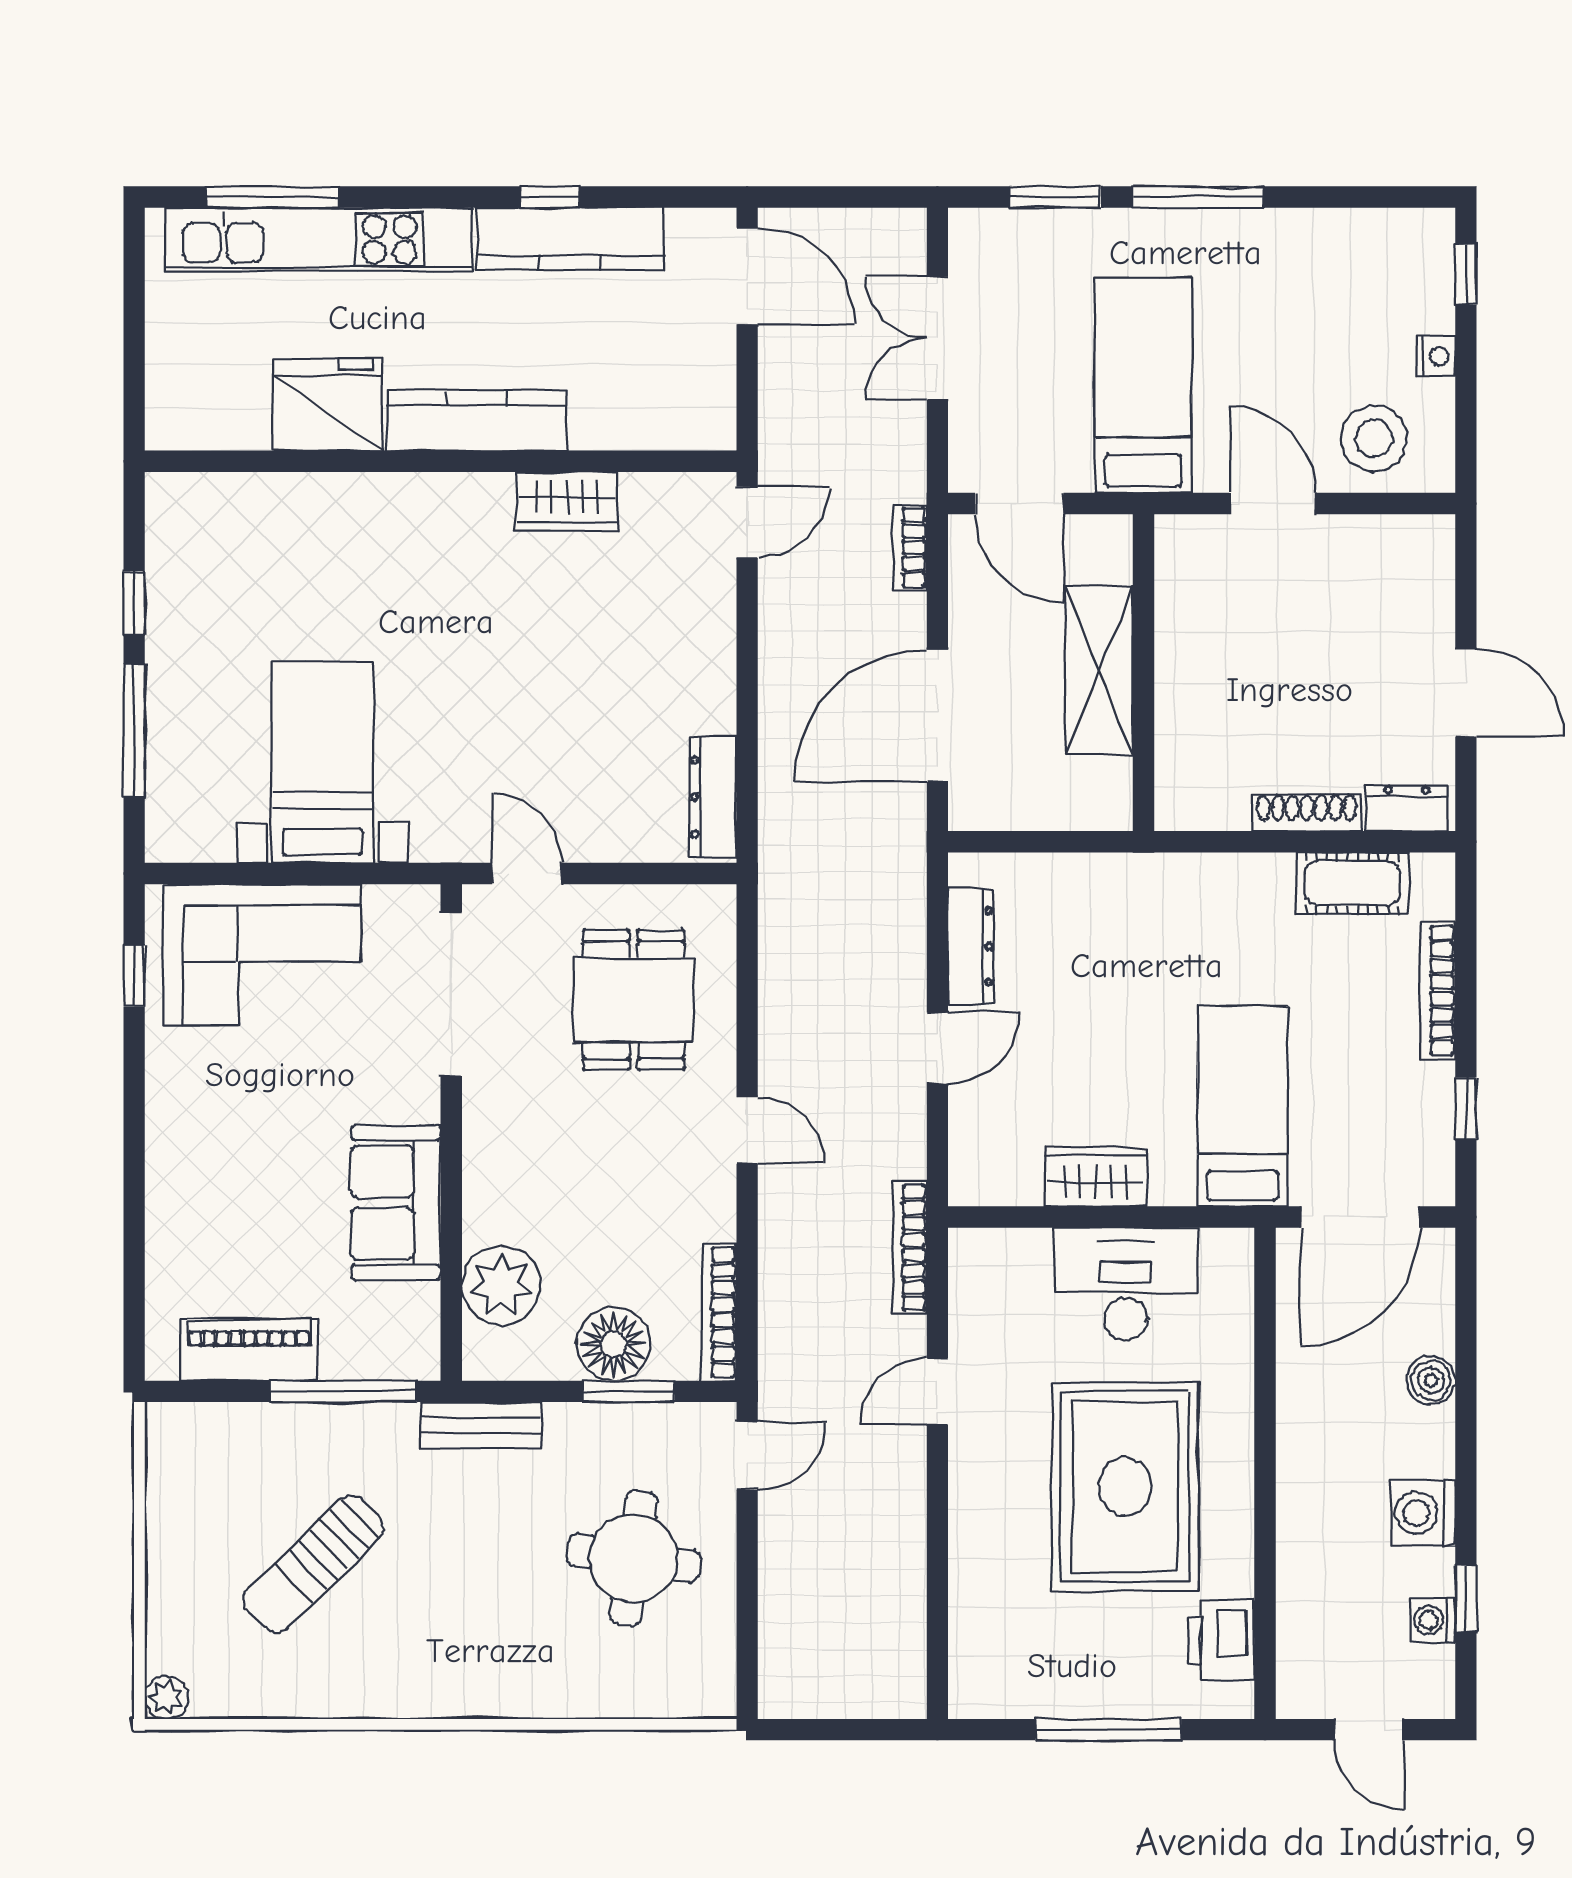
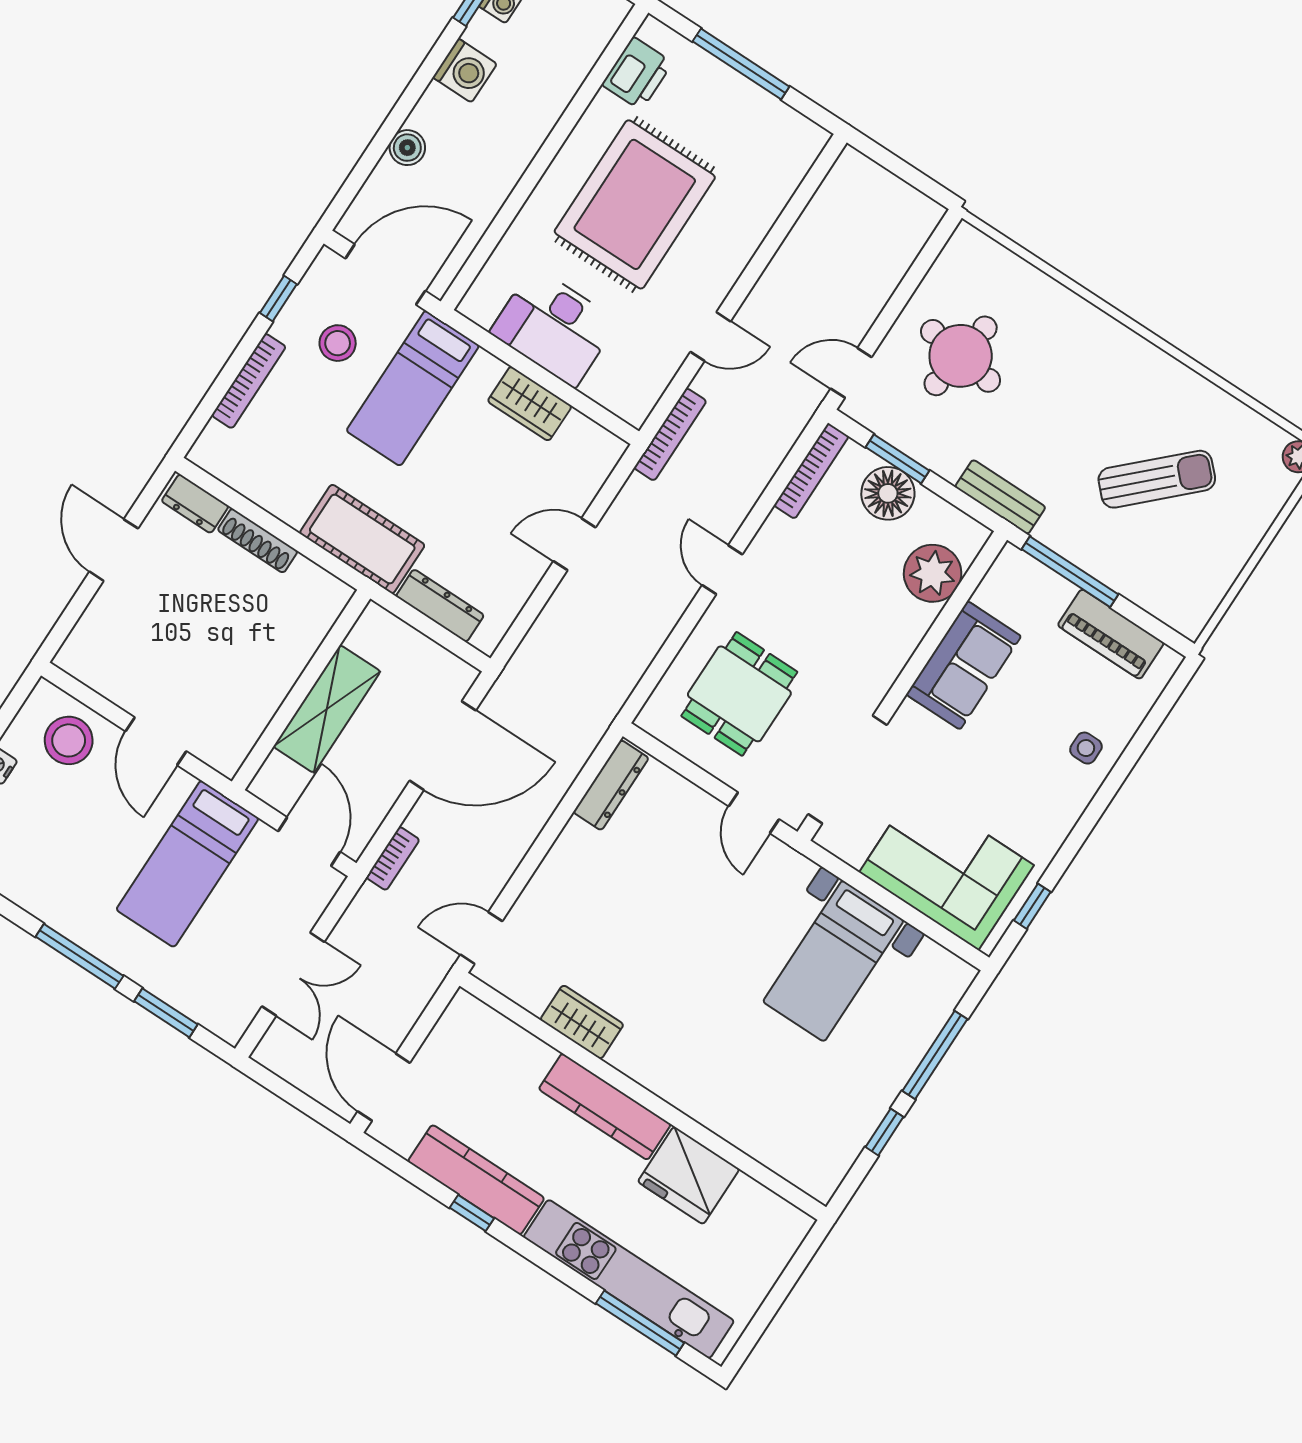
cot: (1352, 883) -> (362, 539), moved, width x1.37, depth x1.34
dresser: (971, 946) -> (440, 606), moved, turned 90
stool: (1364, 1102) -> (338, 343), added
side table: (192, 1199) -> (1086, 748), added

